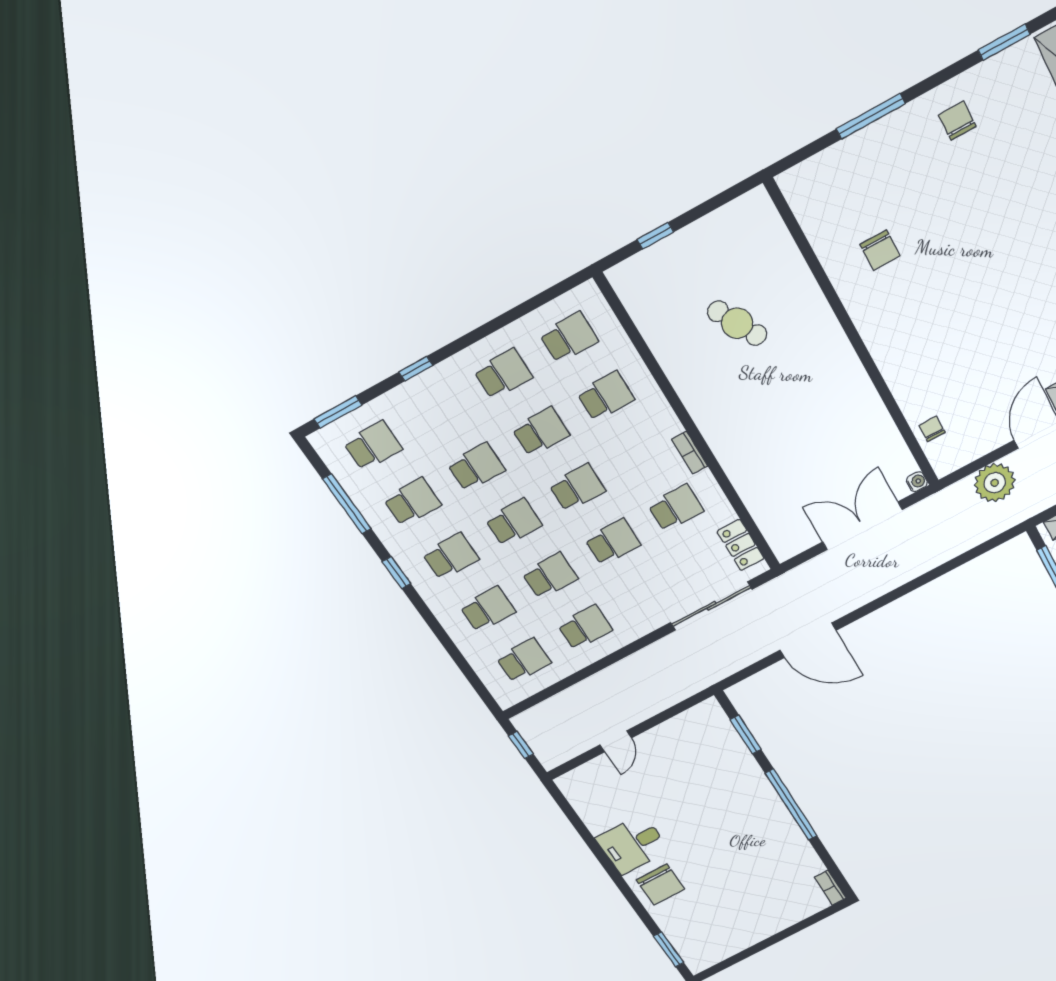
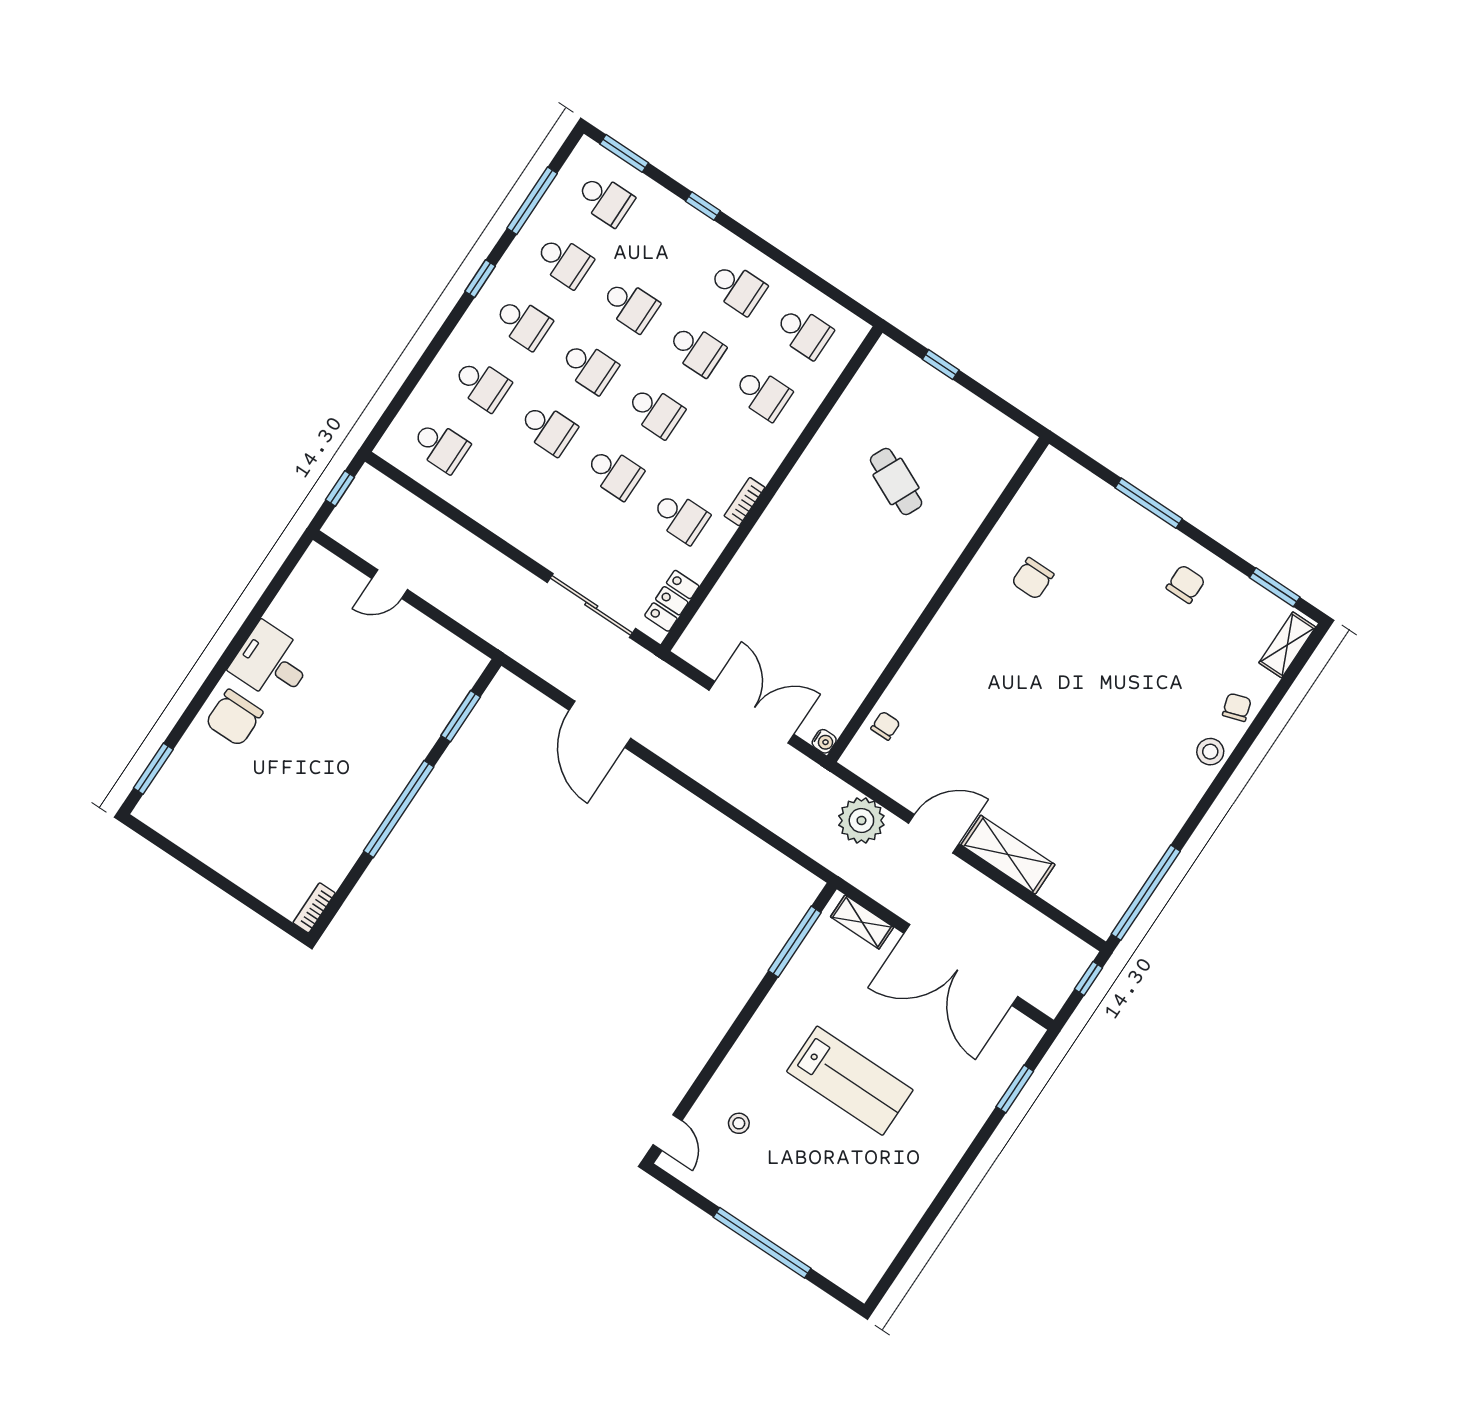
cafe table: (737, 323) -> (896, 481), turned -37
school desk: (585, 627) -> (507, 490), removed

